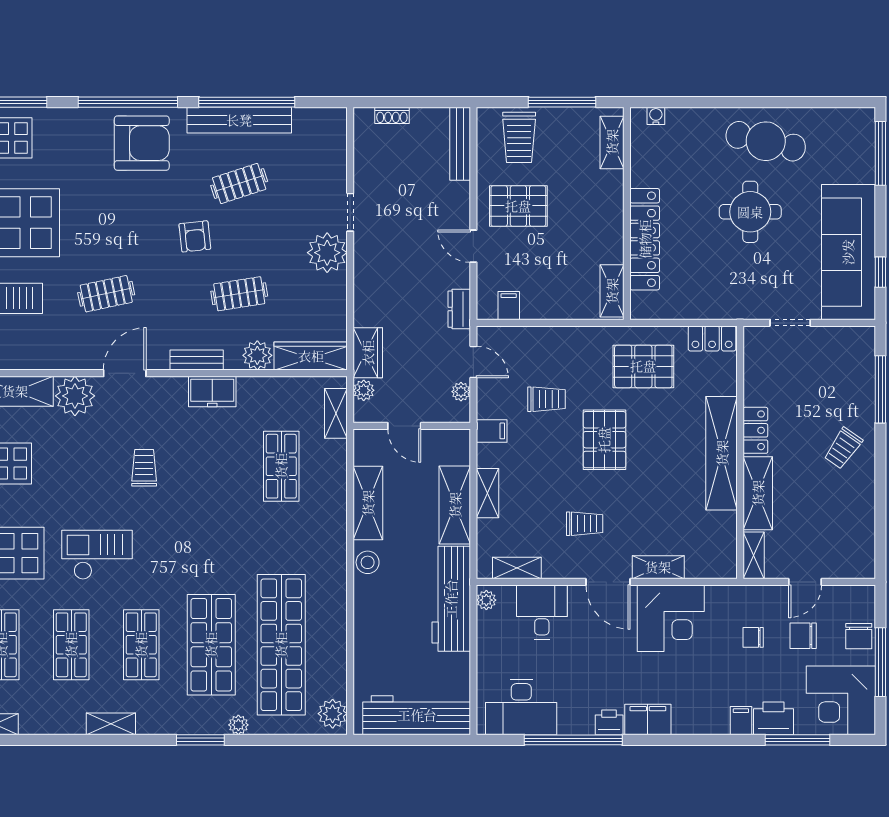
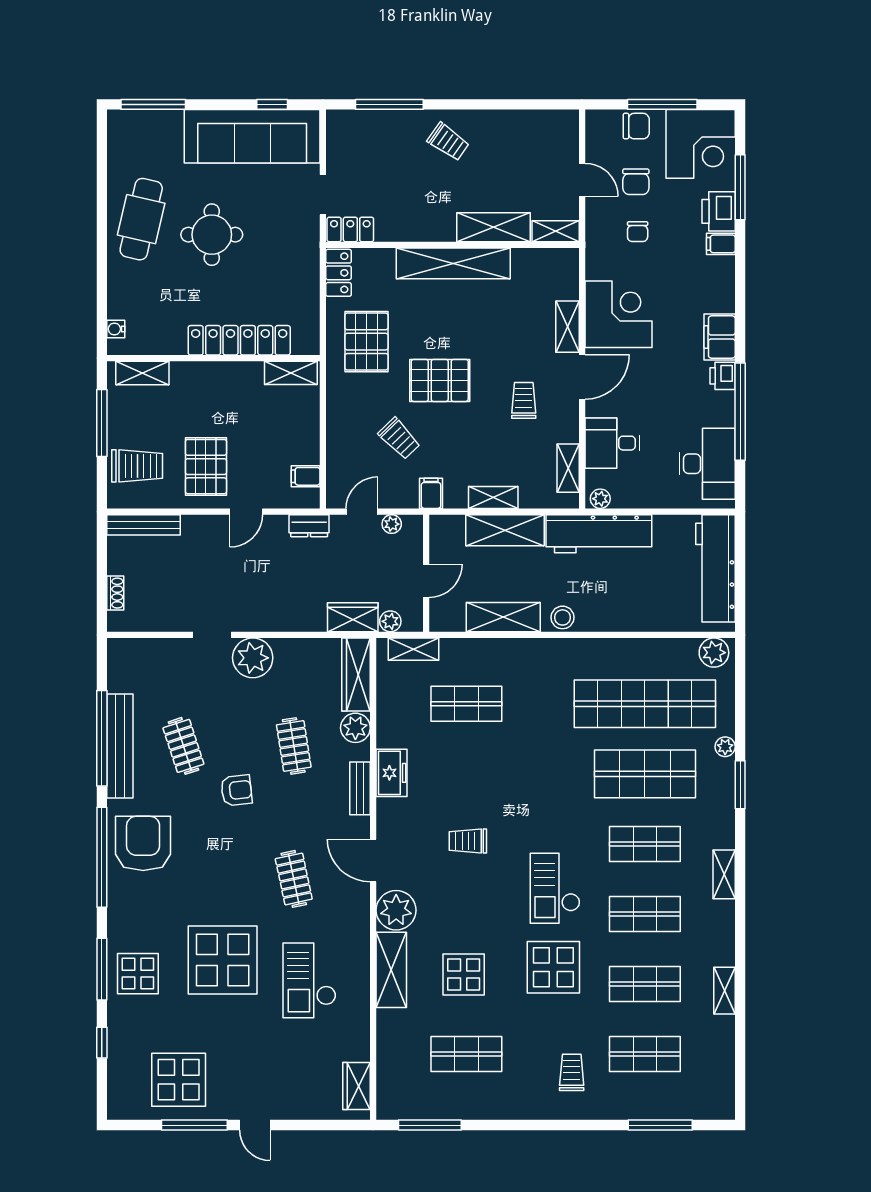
trolley: (546, 399) -> (399, 438), turned 136
locker: (755, 430) -> (350, 229), moved

